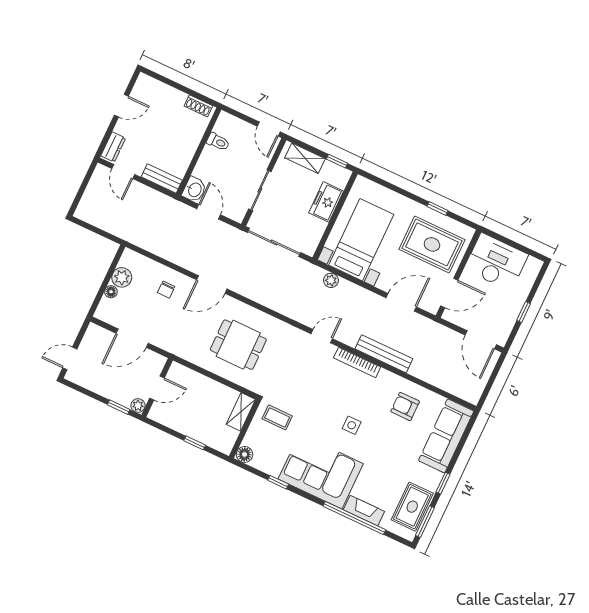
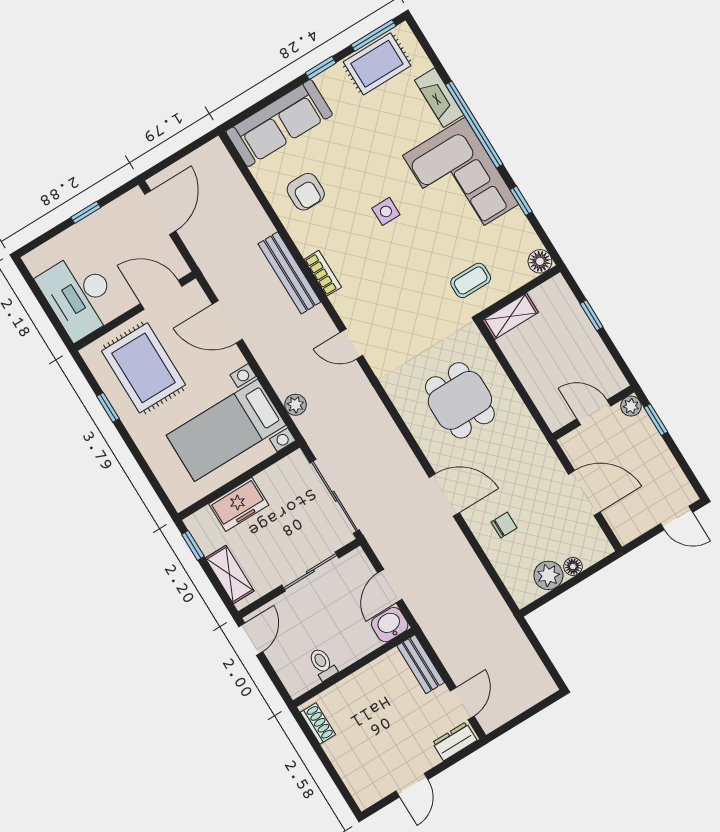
door: (121, 106) -> (412, 785), swing flipped
bookcase: (357, 362) -> (323, 273), width x0.64
coffee table: (277, 417) -> (471, 280), turned 90
window: (354, 518) -> (474, 125), moved

